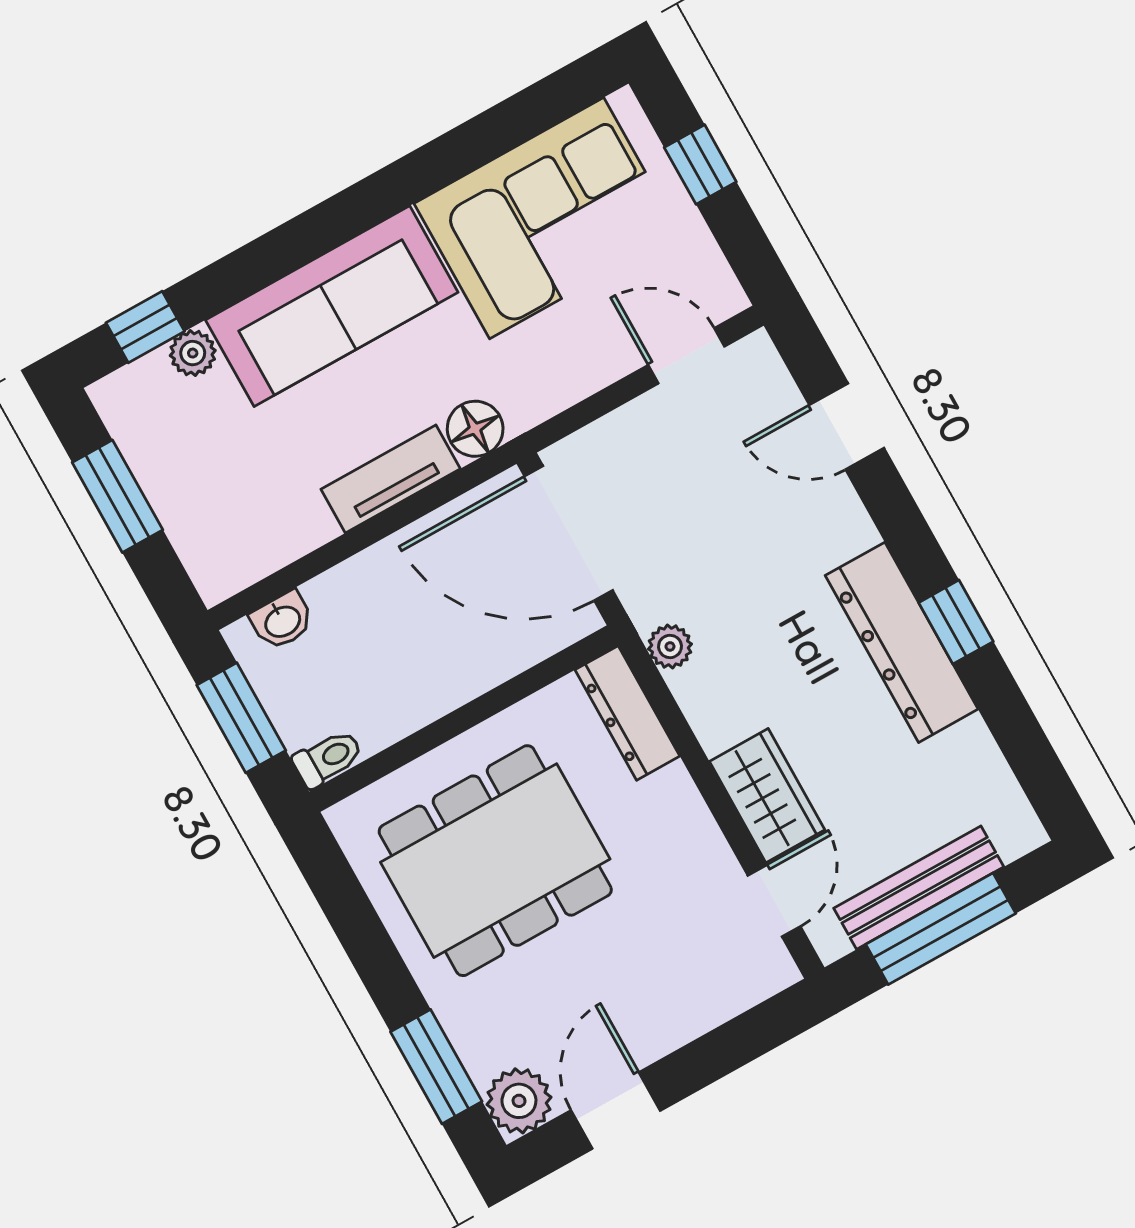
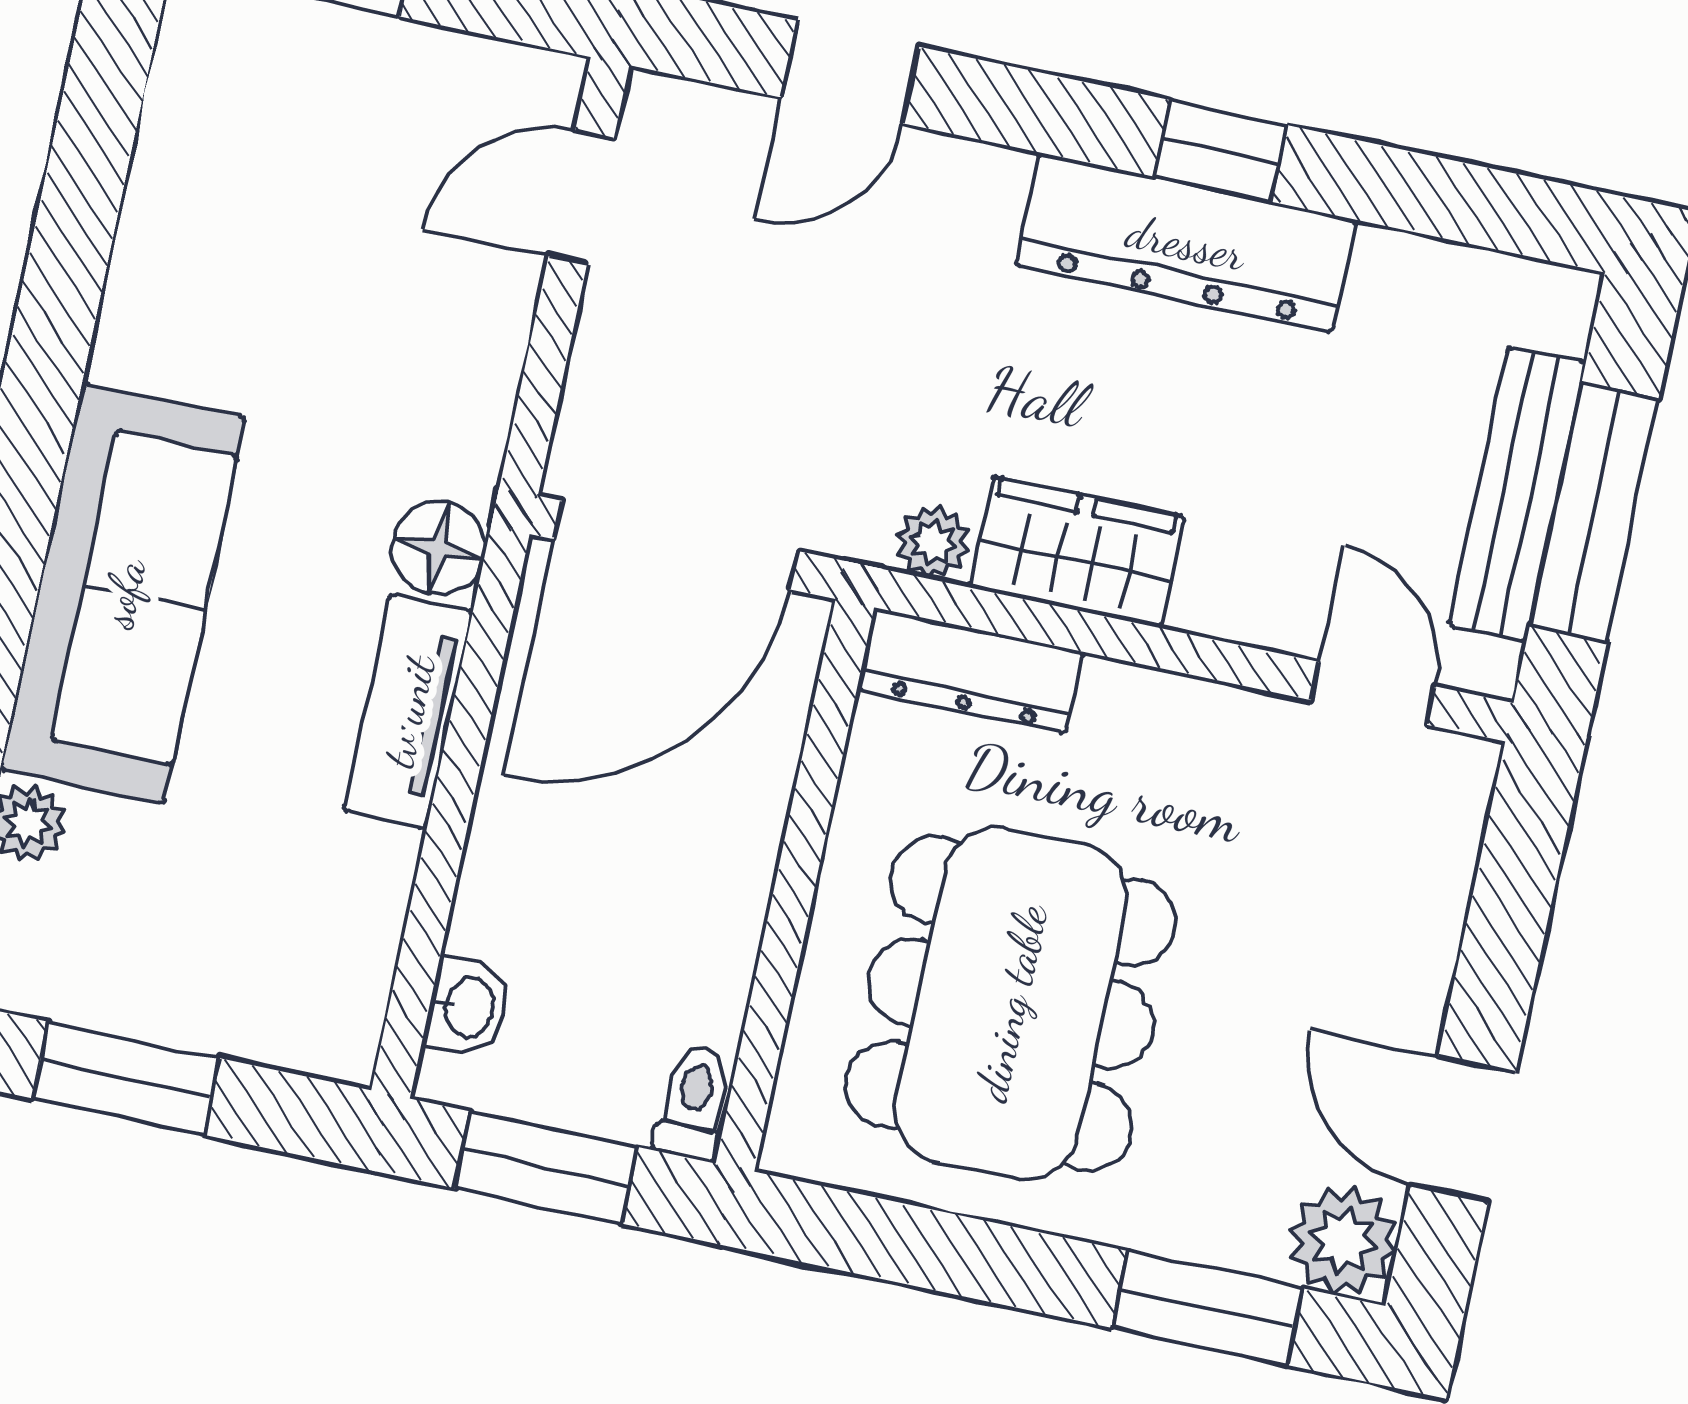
corner sofa: (547, 218) -> (250, 222), removed
wardrobe: (767, 796) -> (1077, 552), moved

